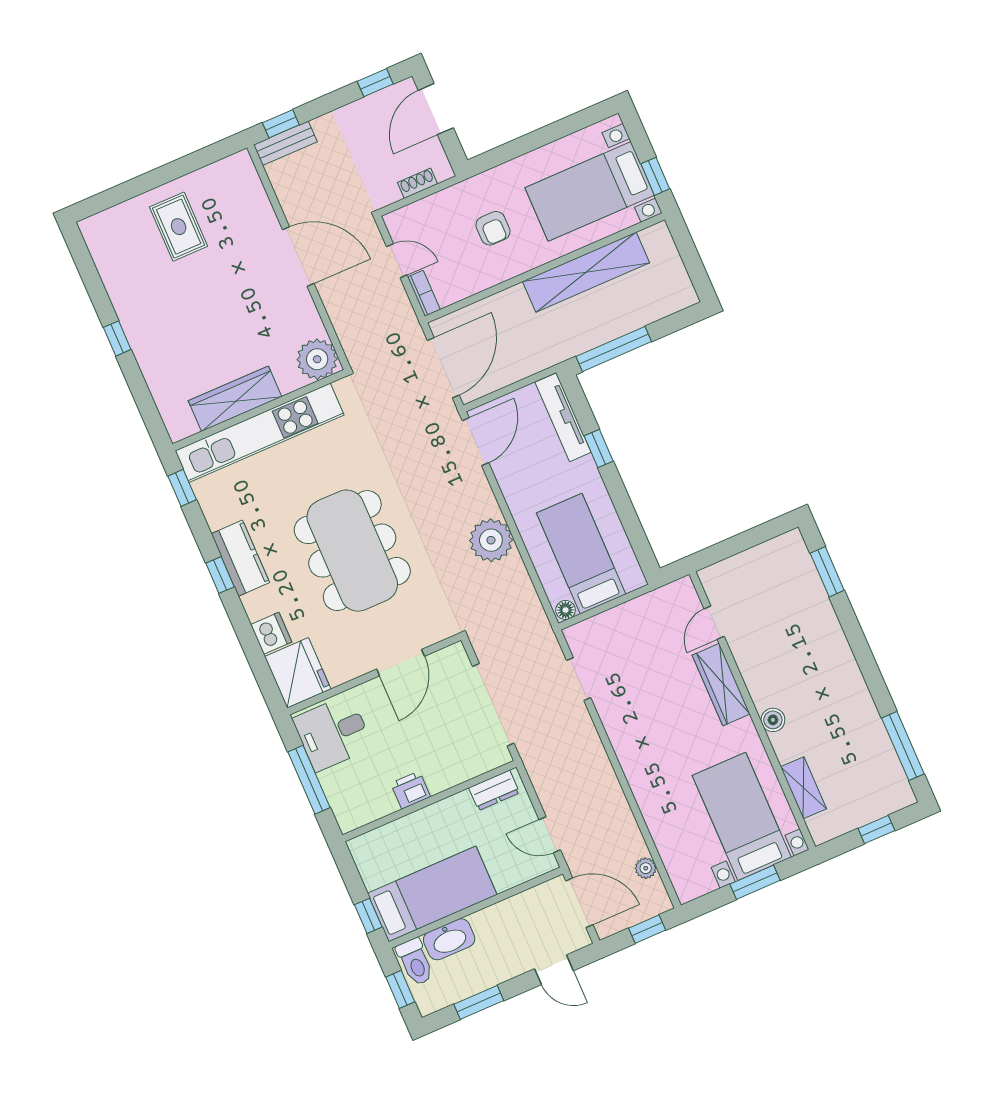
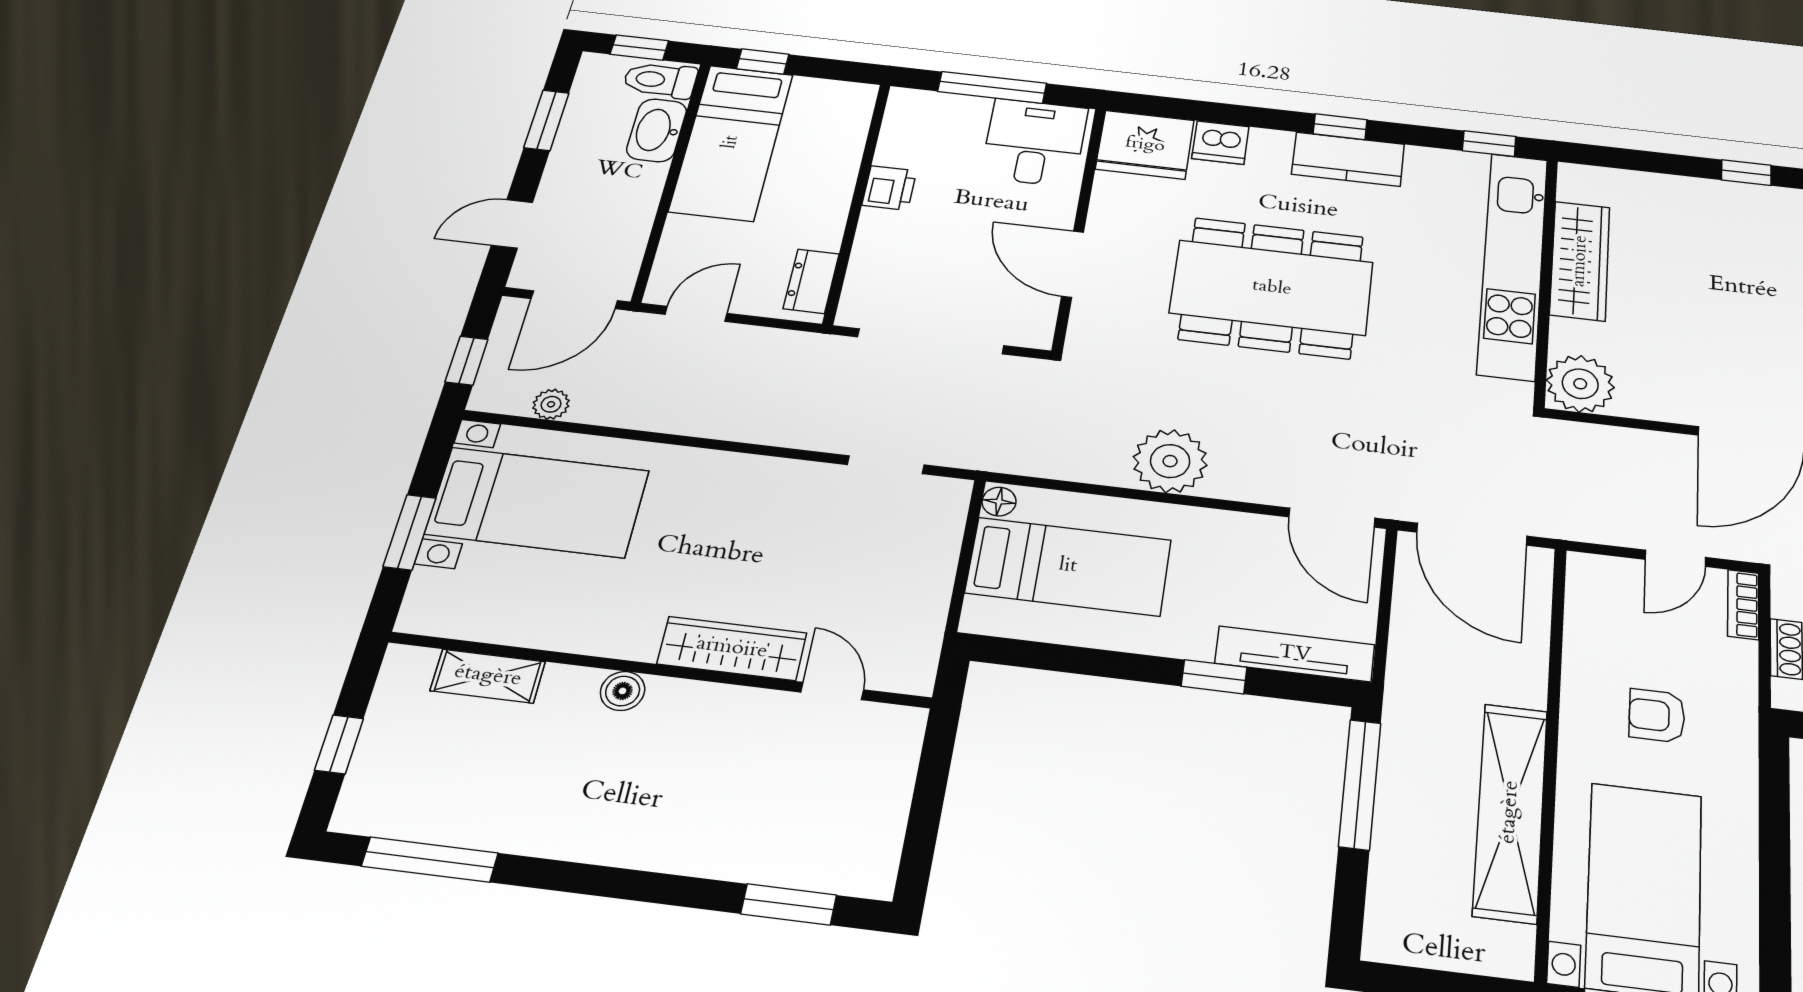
bookcase: (424, 293) -> (1743, 605), moved, turned 90
bed with nightstands: (742, 816) -> (537, 502), moved

